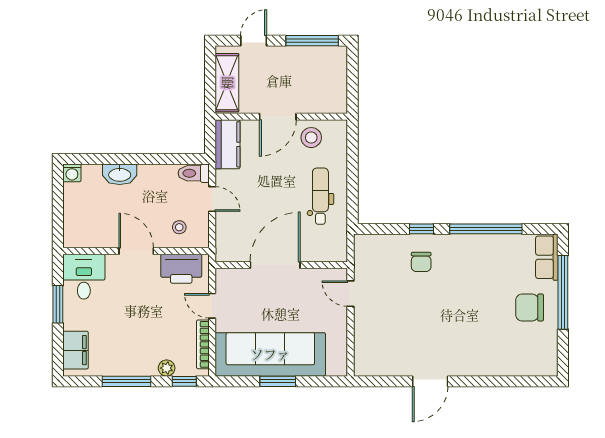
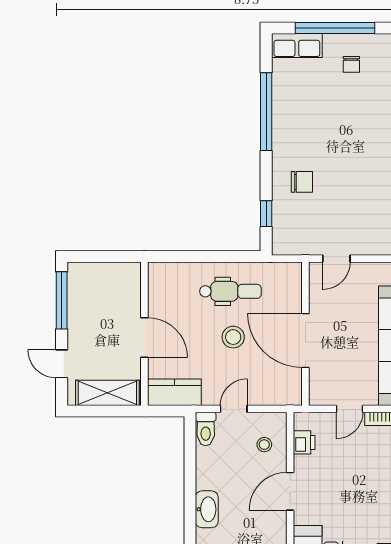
stool: (311, 138) -> (233, 337), moved
dental chair: (320, 196) -> (230, 291), turned 180
window: (422, 229) -> (266, 214), moved
printer: (181, 269) -> (304, 442), width x0.53, depth x0.68
chair: (530, 307) -> (351, 64), width x0.54, depth x0.54

